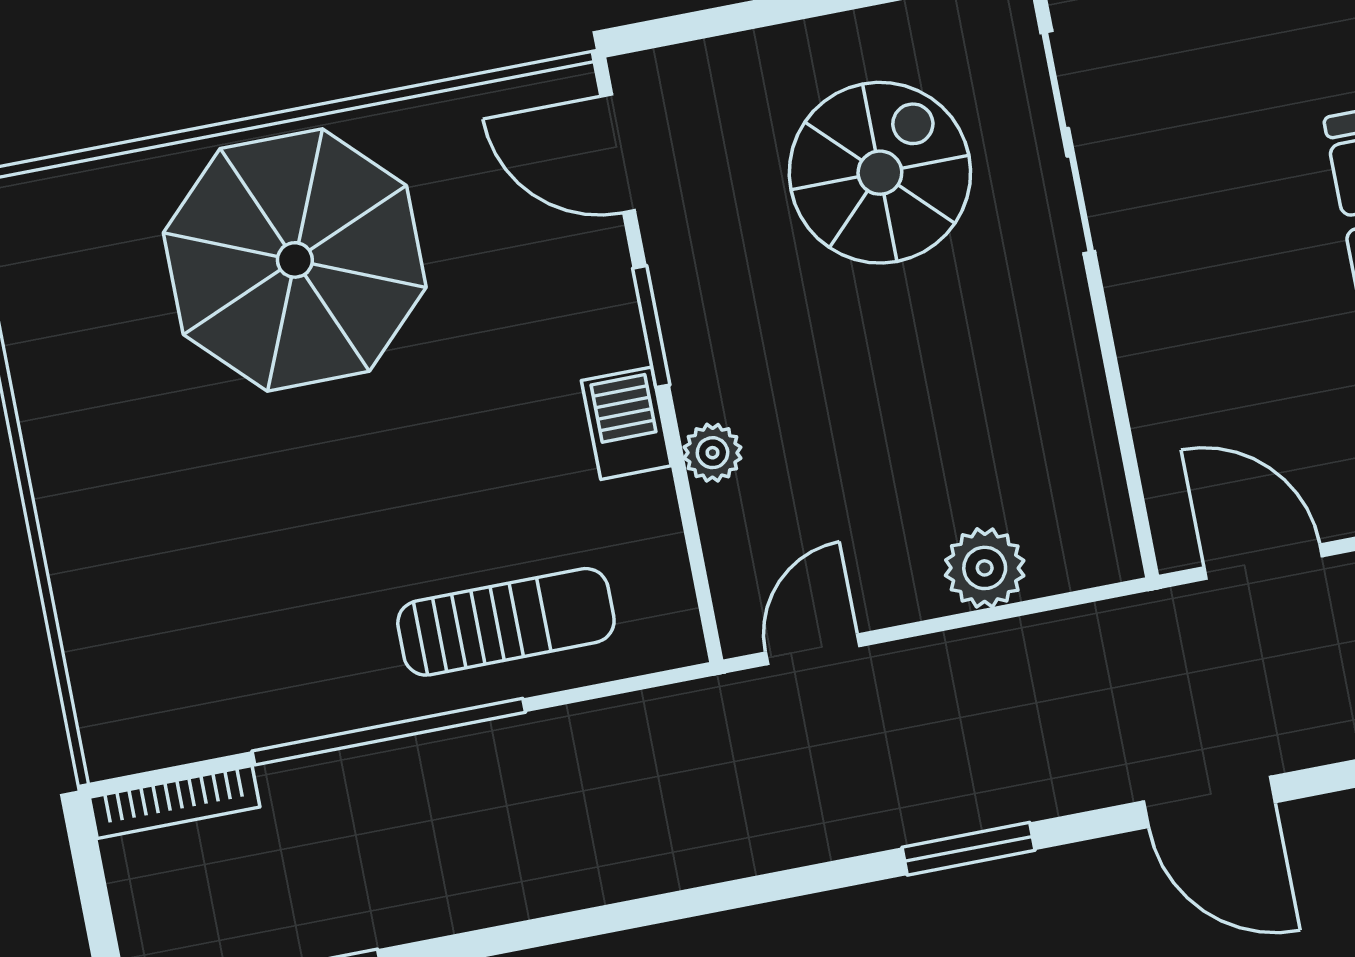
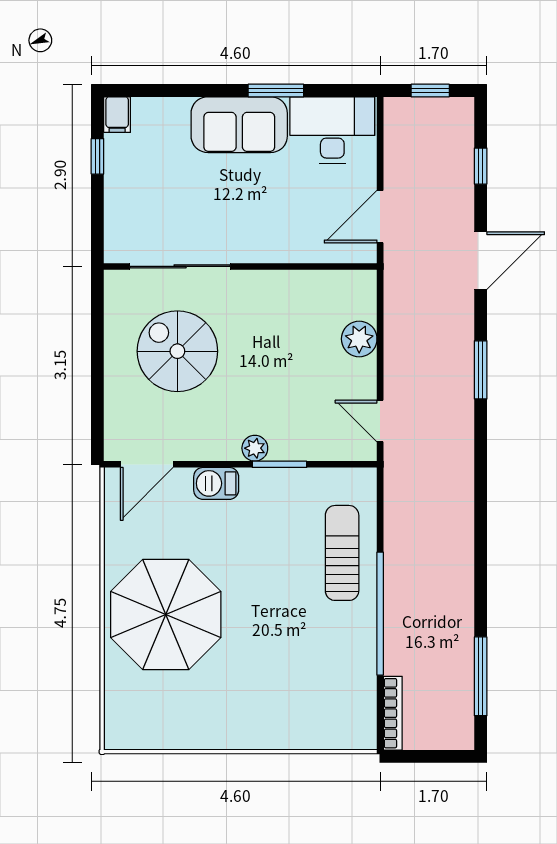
window: (651, 327) -> (280, 464), moved
barbecue: (626, 423) -> (216, 483), moved
plant: (712, 453) -> (255, 448), moved

